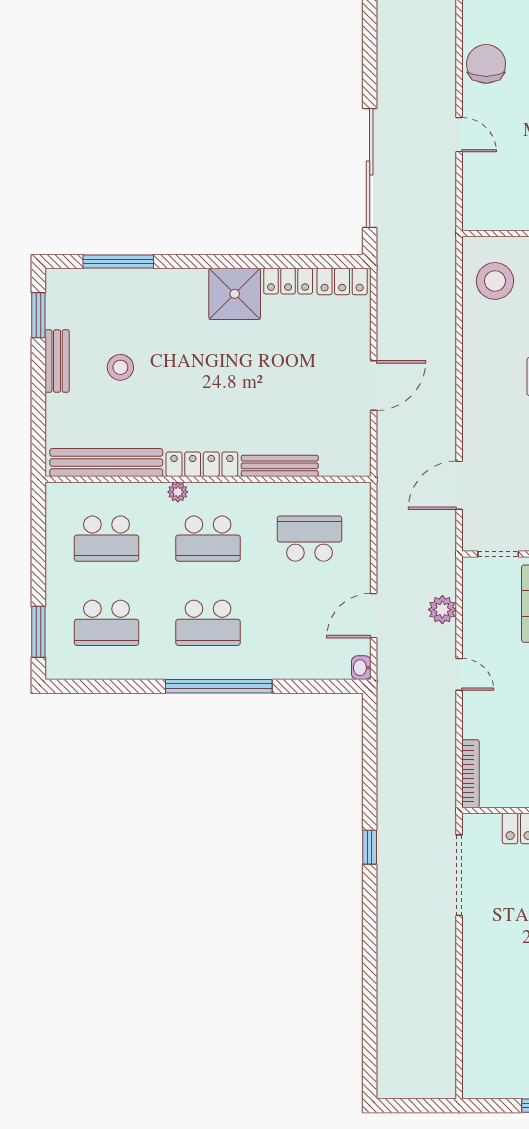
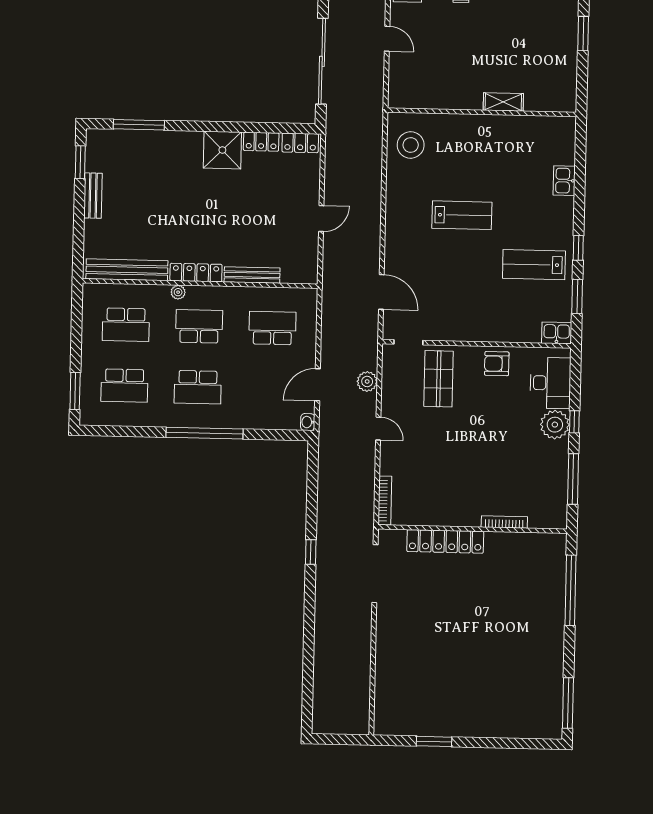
stool: (120, 367) -> (139, 201), removed
door: (374, 386) -> (321, 219), width x0.73
door: (459, 485) -> (381, 292), swing flipped
school desk: (208, 539) -> (199, 326), turned 180

